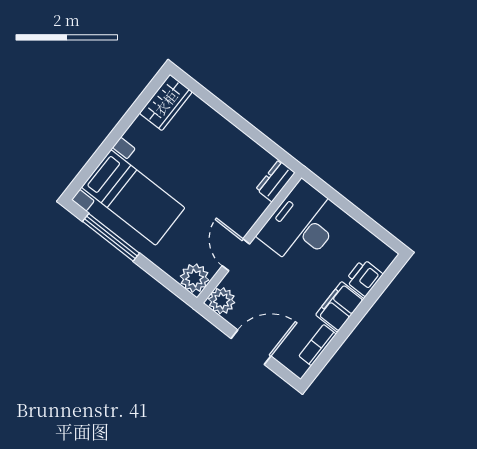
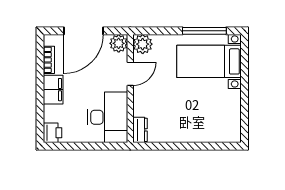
wardrobe: (166, 103) -> (231, 126), removed
door: (236, 255) -> (130, 74), hinge flipped
printer: (364, 277) -> (52, 133), moved
door: (251, 347) -> (84, 31), width x1.36

